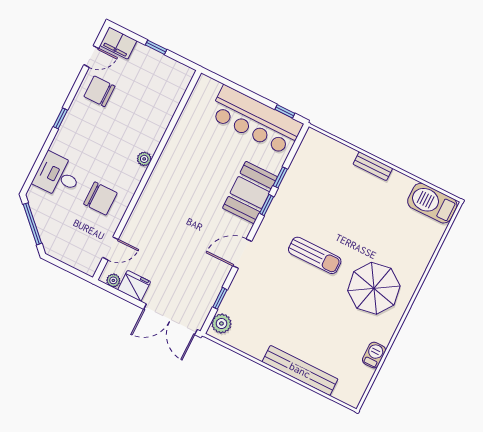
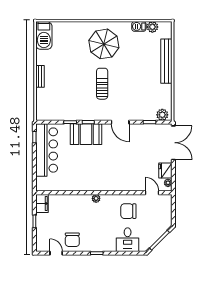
filing cabinet: (118, 43) -> (42, 204), moved
chair: (100, 198) -> (128, 211), turned -90
plant: (363, 375) -> (152, 27), added

